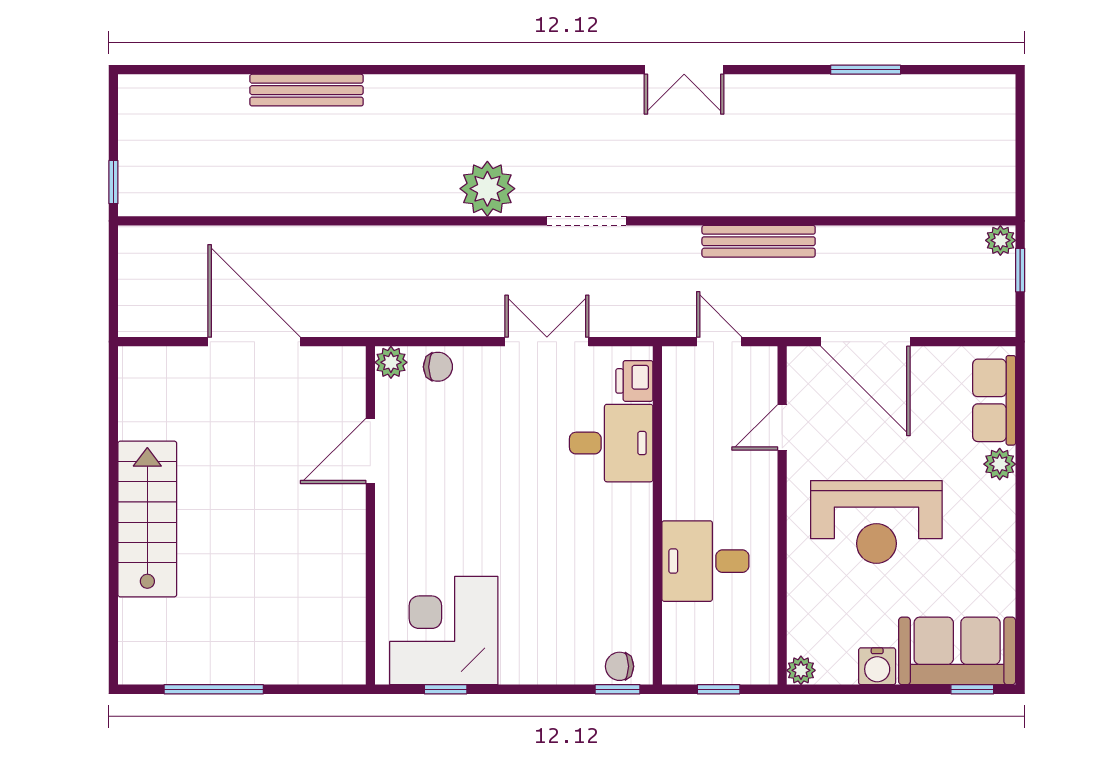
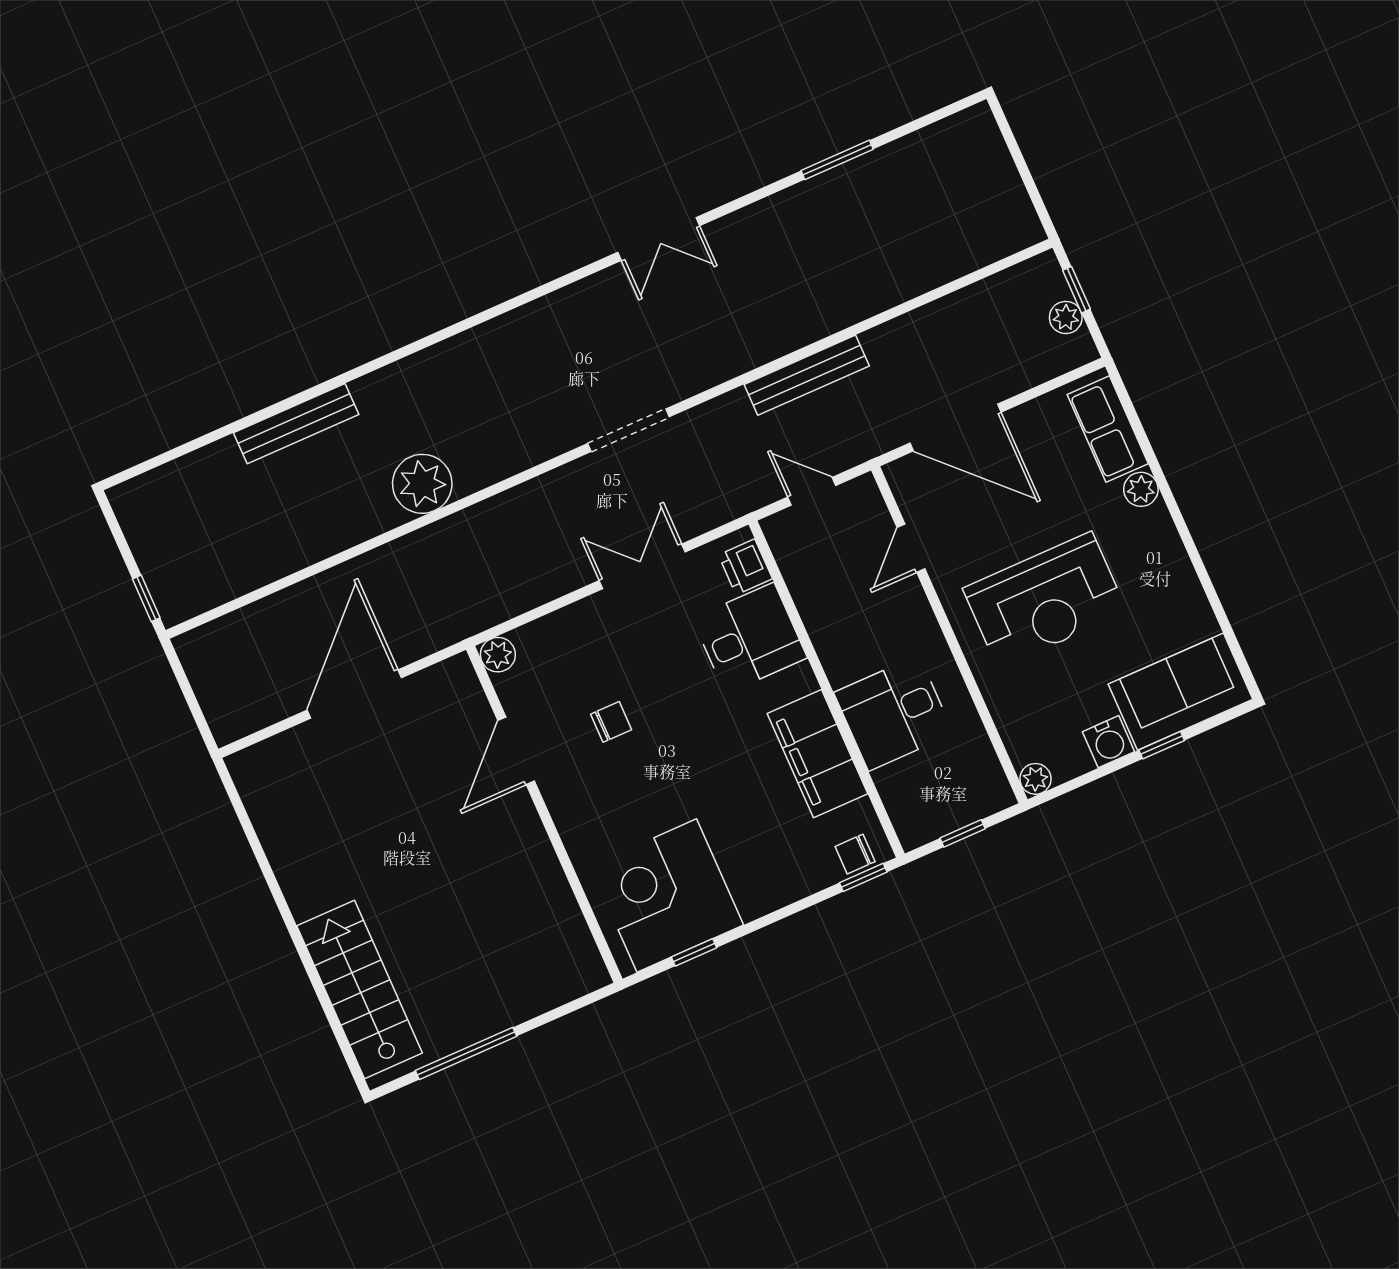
plant: (487, 189) -> (422, 484), moved
plant: (1000, 240) -> (1066, 317), moved
door: (254, 342) -> (354, 694), hinge flipped
chair: (438, 367) -> (611, 722), moved
stairs: (147, 519) -> (360, 989), moved
filing cabinet: (625, 567) -> (817, 754), added
window: (972, 689) -> (1162, 745), moved

